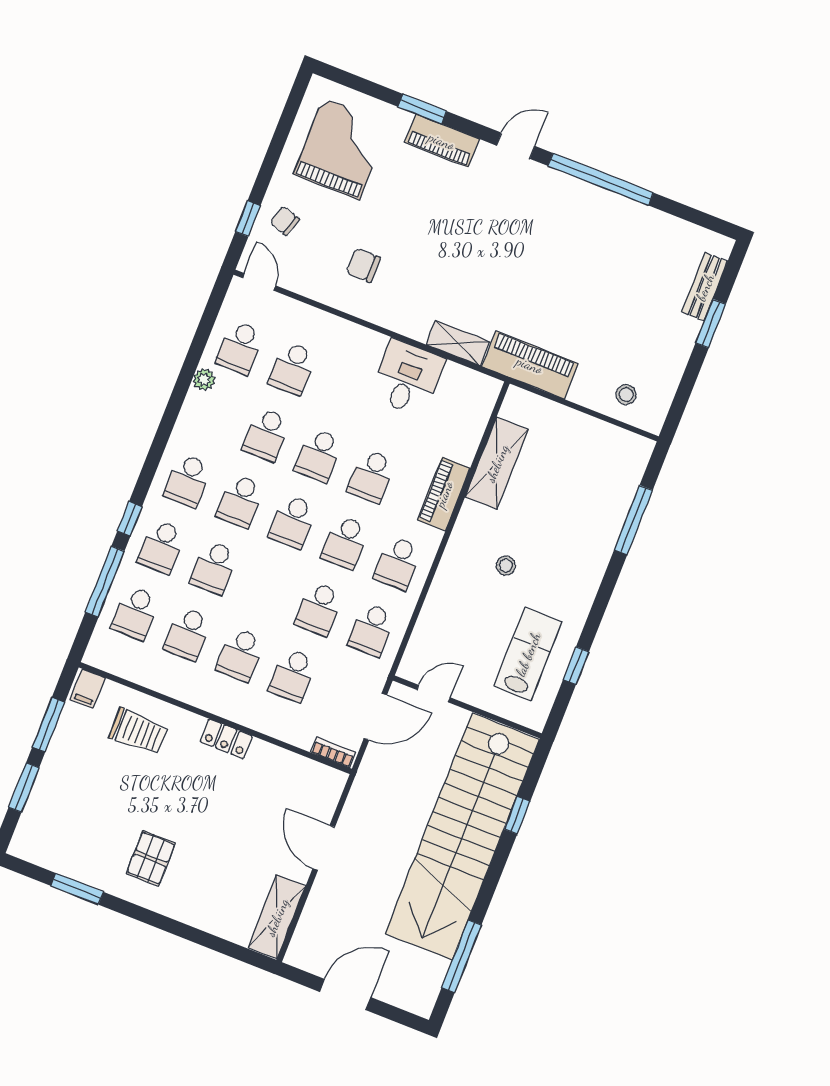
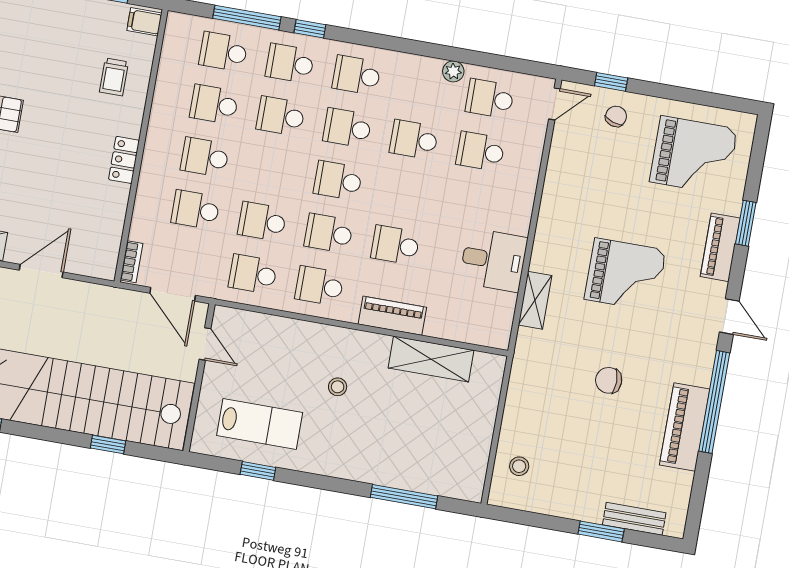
grand piano: (450, 245) -> (625, 275), added
chair: (363, 265) -> (609, 380), moved, turned -90
piano: (530, 365) -> (685, 427), moved, turned 180
school desk: (319, 455) -> (405, 192), removed
trolley: (138, 732) -> (114, 77), width x0.73, depth x0.72

